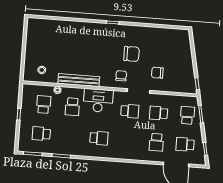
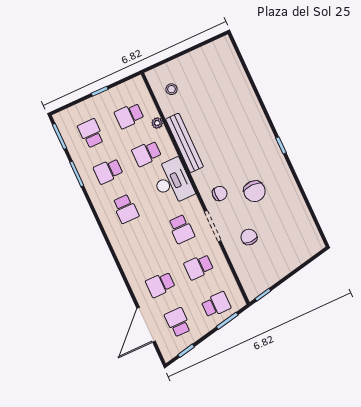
school desk: (44, 105) -> (129, 116), turned 180
school desk: (159, 113) -> (199, 267), turned -90
school desk: (70, 136) -> (108, 171), added

